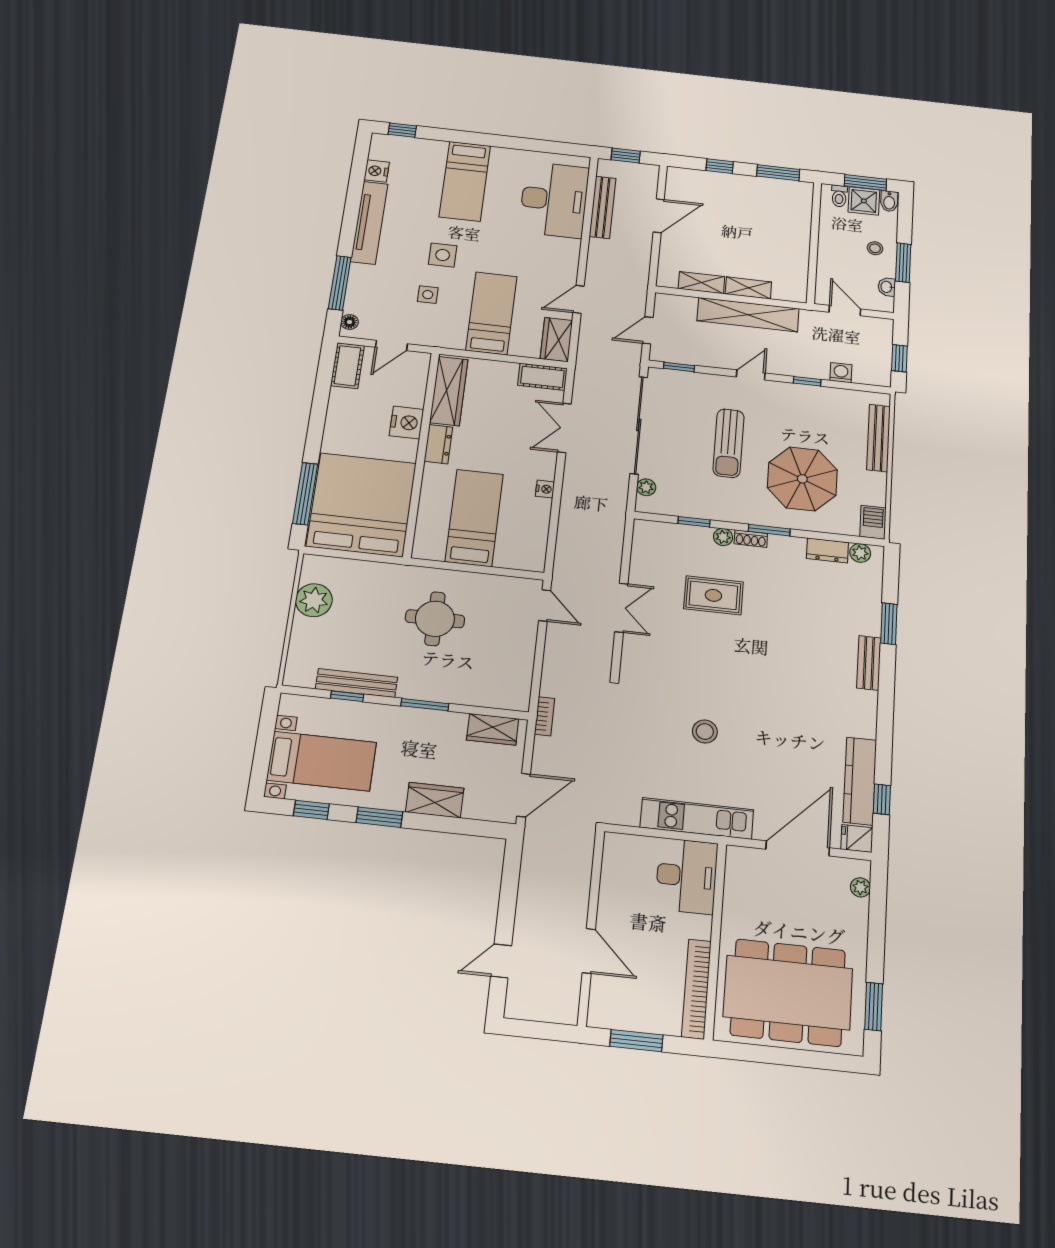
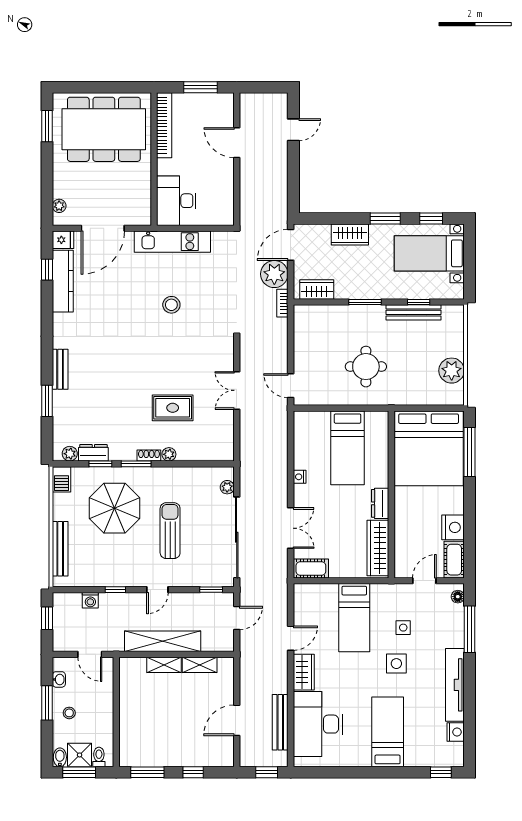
wardrobe: (556, 340) -> (304, 672), moved
nightstand: (407, 423) -> (453, 527), moved, turned 180
window: (694, 522) -> (100, 464), moved
plant: (552, 757) -> (274, 274), added

